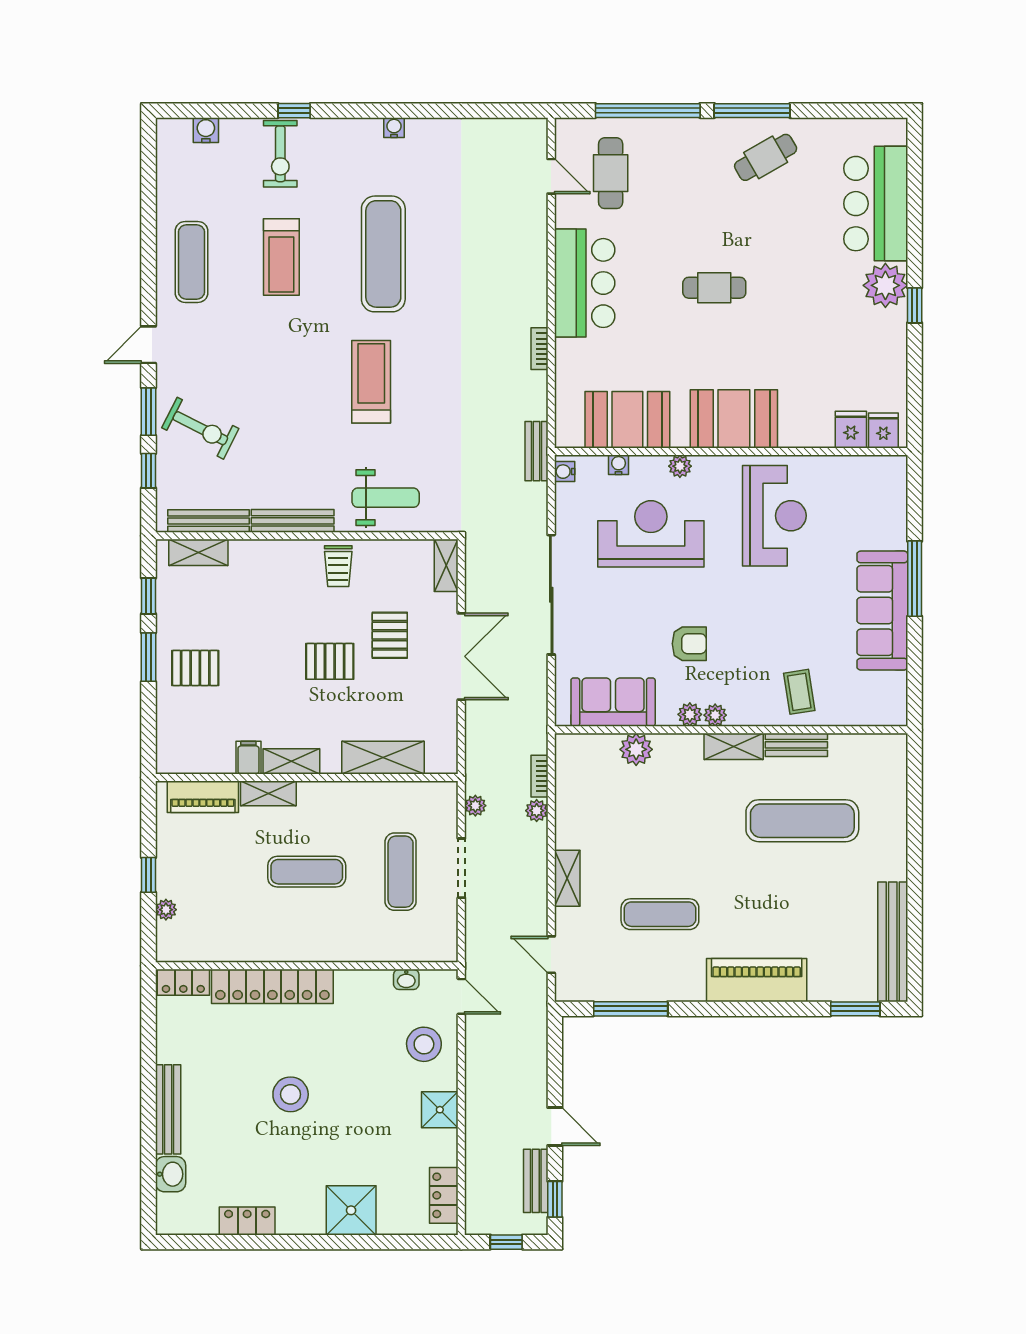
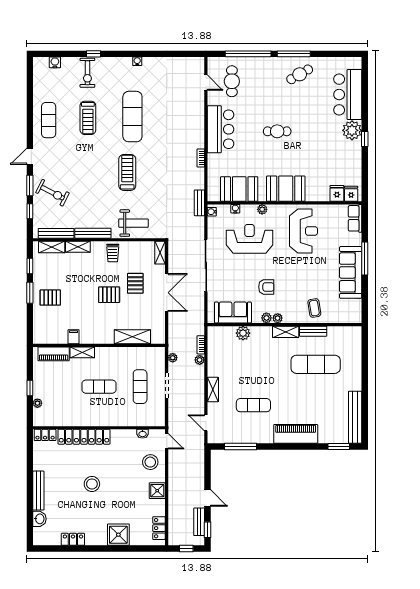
row of seats: (892, 487) -> (355, 218), added
shelving: (291, 761) -> (78, 247), moved

